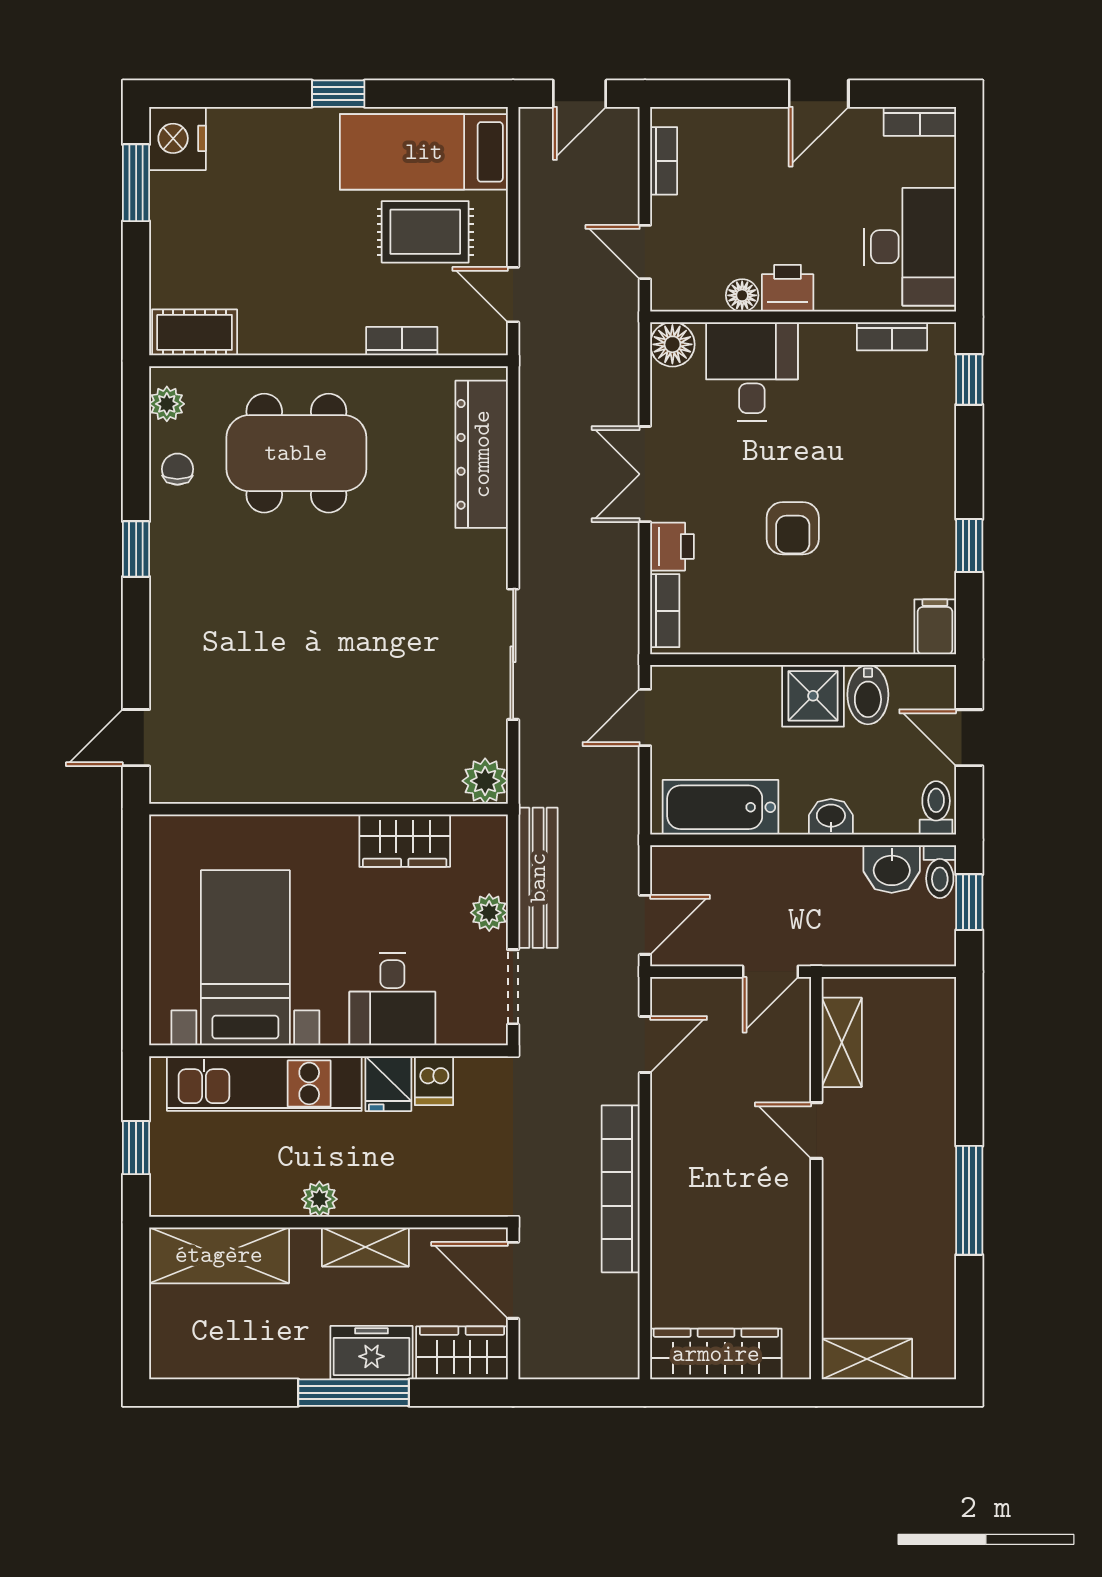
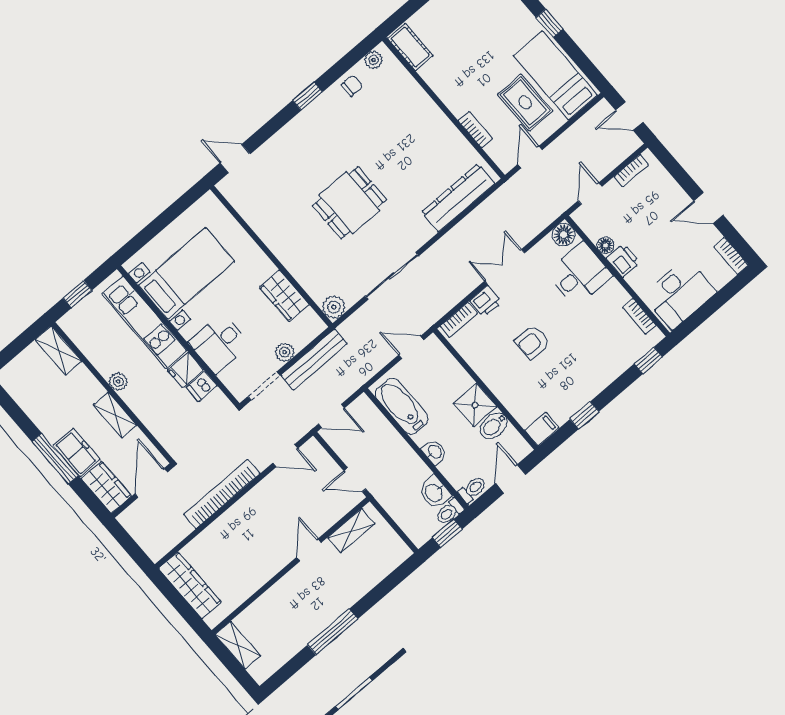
dining table: (296, 453) -> (349, 203), moved, width x0.73
shelving: (219, 1255) -> (58, 350), width x0.67, depth x0.75

